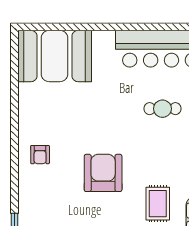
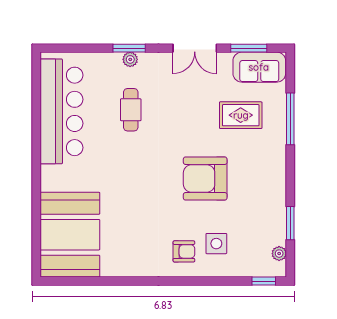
side table: (47, 183) -> (216, 244), added

